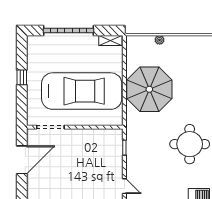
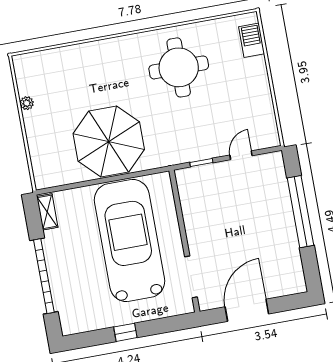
plant: (160, 40) -> (27, 103), moved
door: (22, 160) -> (247, 310), hinge flipped
door: (124, 186) -> (241, 155), moved

